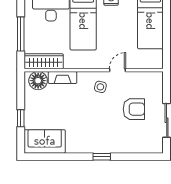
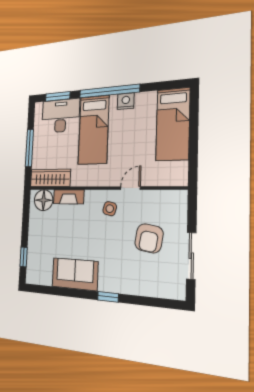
armchair: (134, 109) -> (149, 238), turned 99
window: (21, 118) -> (24, 257), moved
sofa: (45, 141) -> (75, 274), moved

